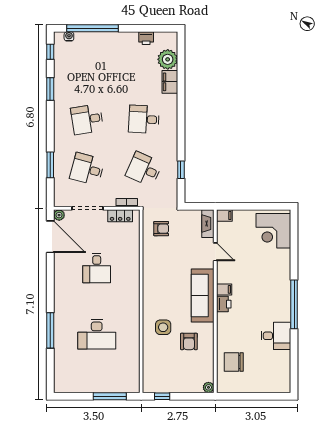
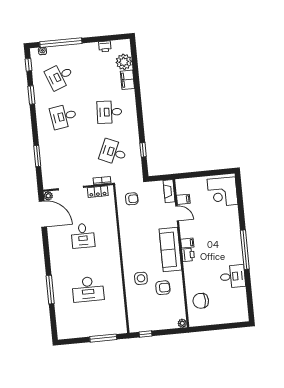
desk: (87, 169) -> (60, 76), moved, turned -36
filing cabinet: (224, 215) -> (183, 199), moved
armchair: (189, 341) -> (163, 288), turned -90

